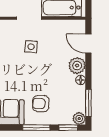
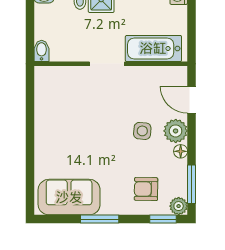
side table: (31, 47) -> (142, 131), moved
armchair: (41, 104) -> (146, 189), moved
window: (36, 128) -> (100, 219), moved

